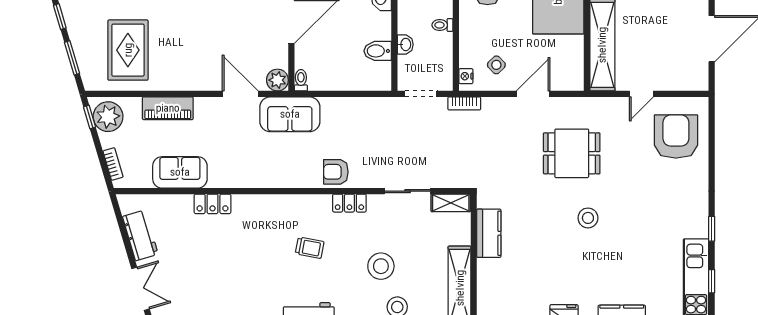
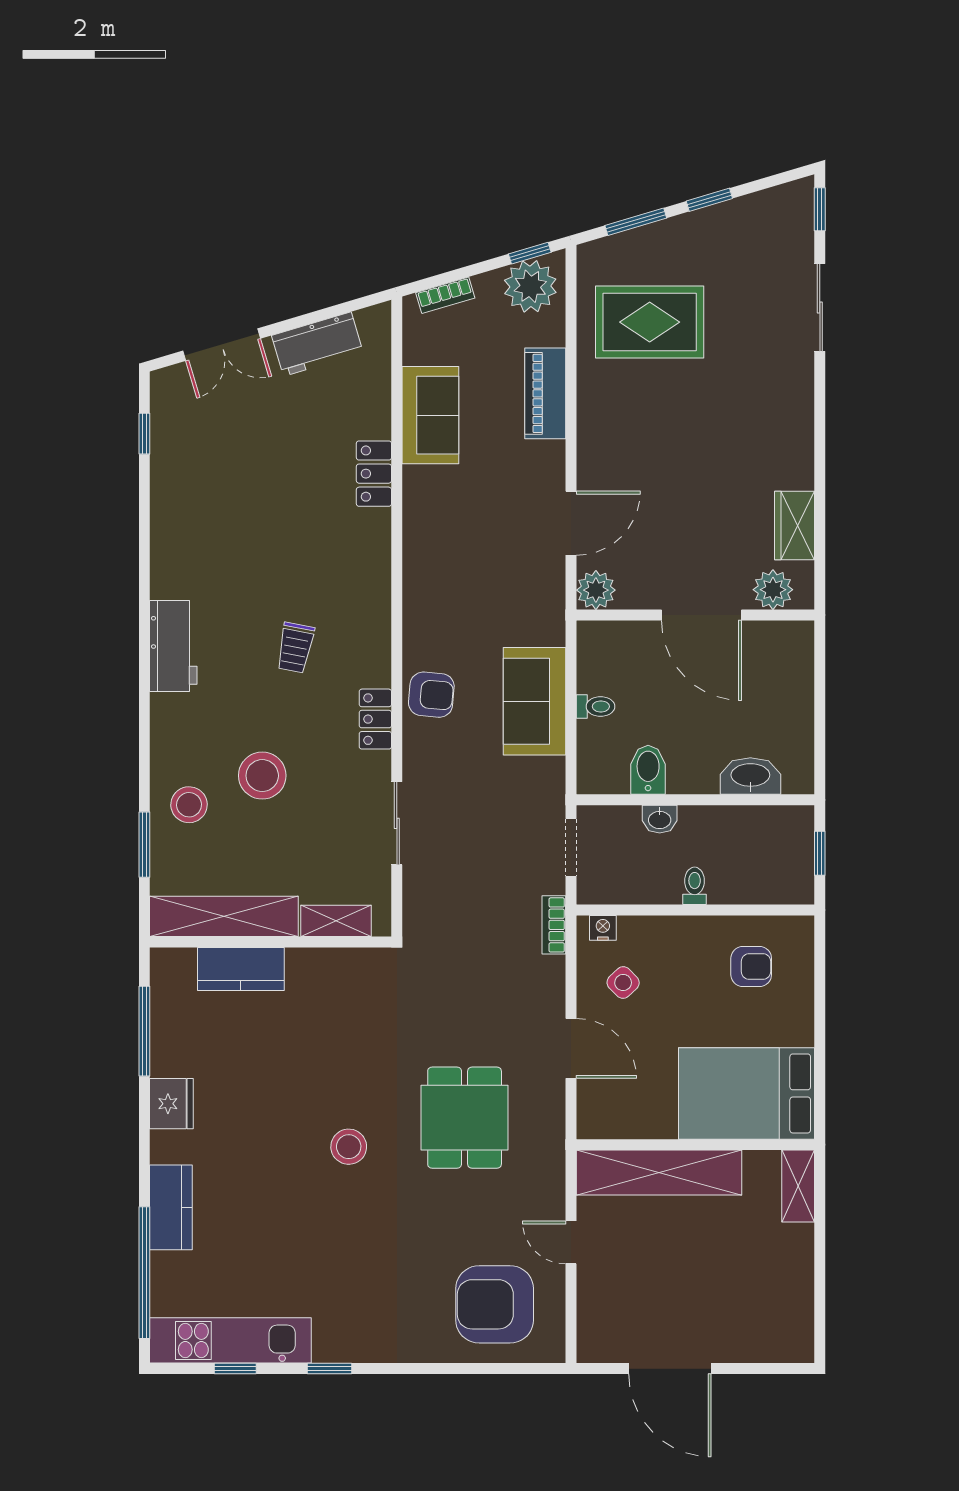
toilet: (301, 80) -> (595, 706), moved
sofa: (290, 114) -> (534, 701), moved
armchair: (676, 137) -> (495, 1304), turned 180
armchair: (336, 172) -> (431, 695), turned 95
shelving: (451, 203) -> (336, 921), moved, turned 90
kitchen counter: (489, 233) -> (241, 969), moved

